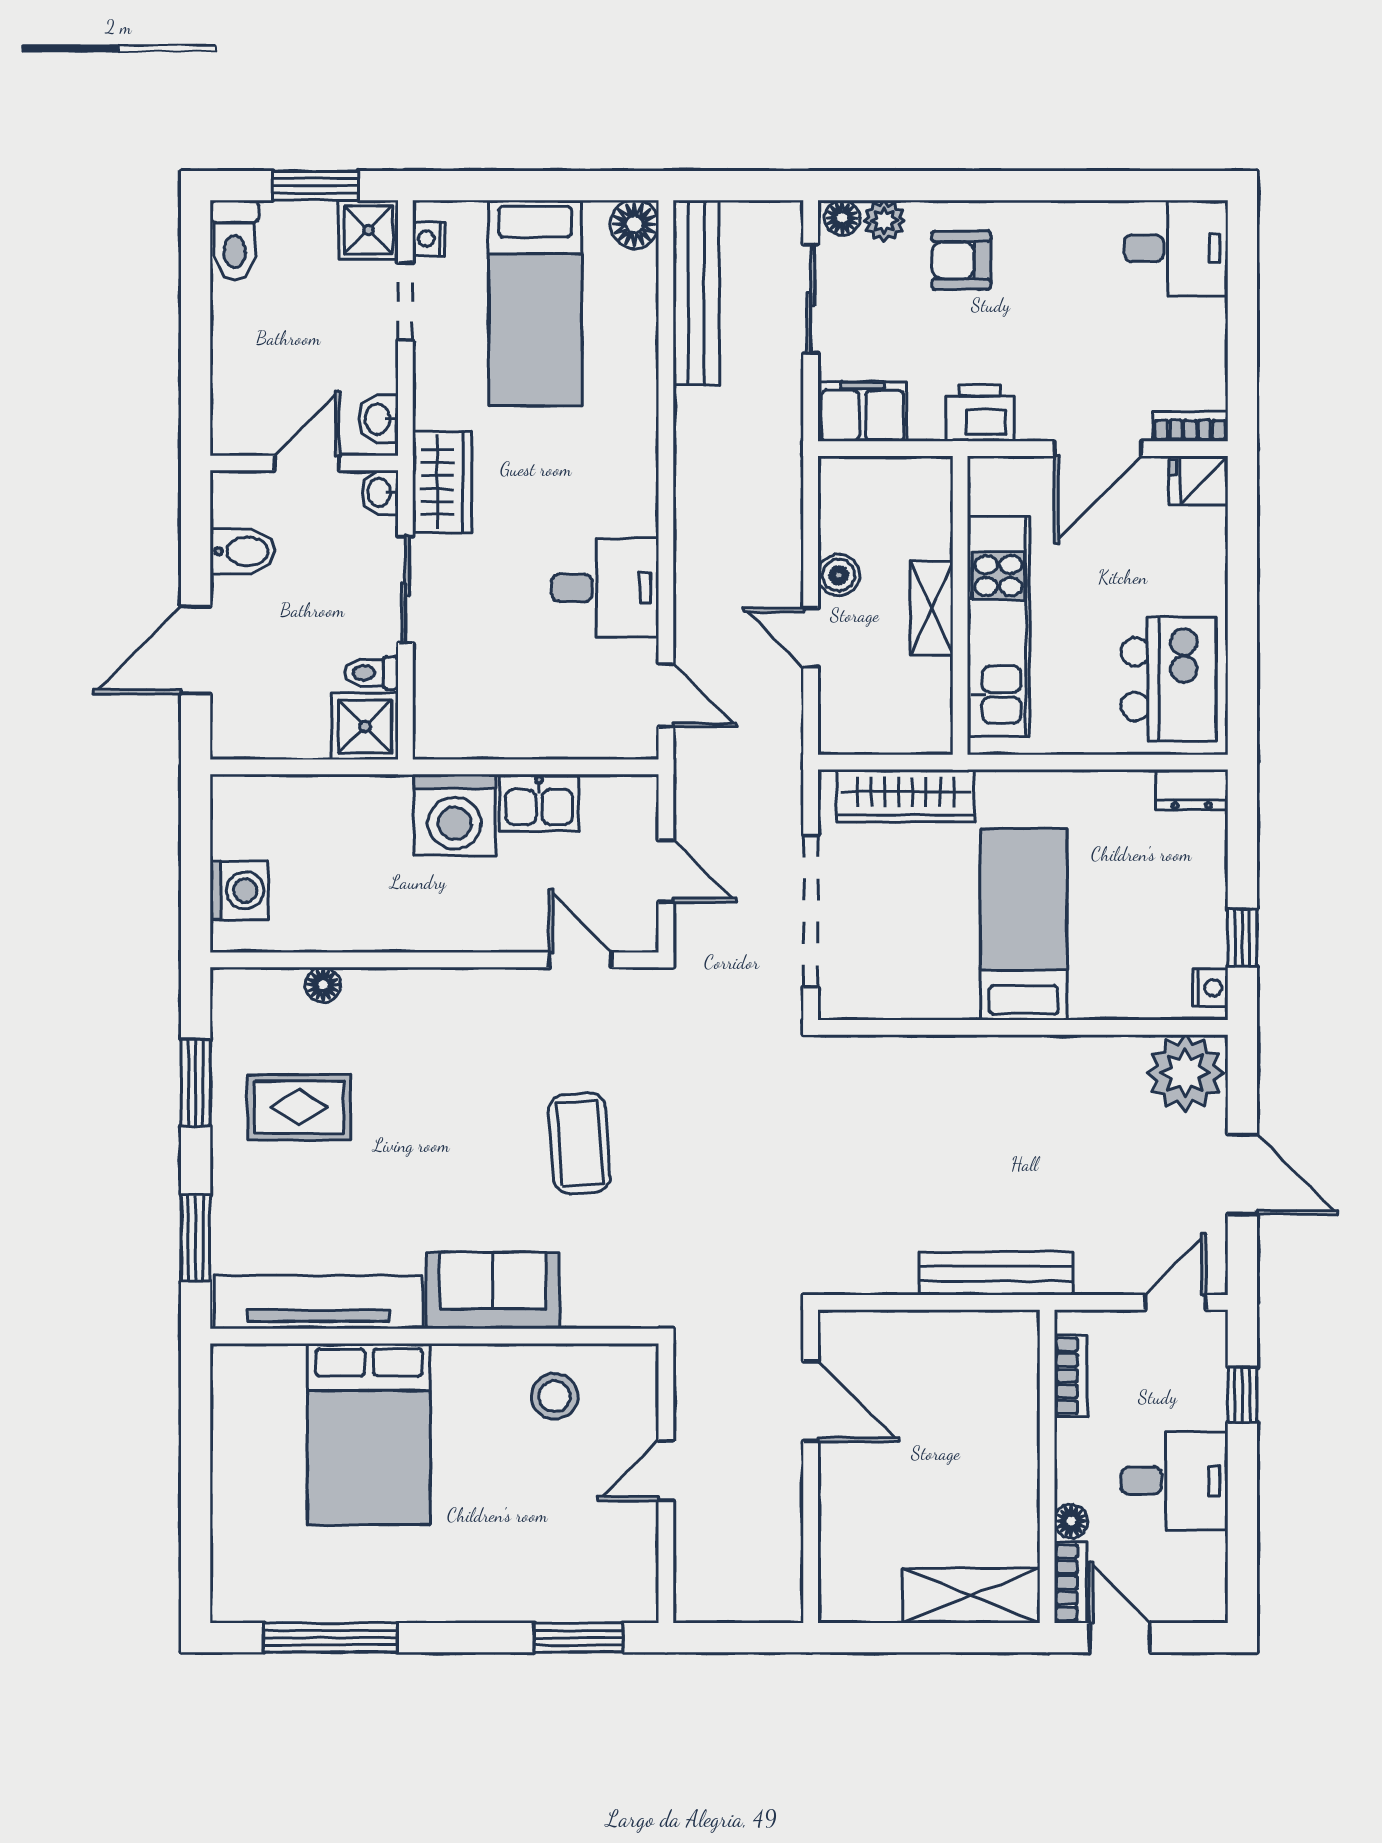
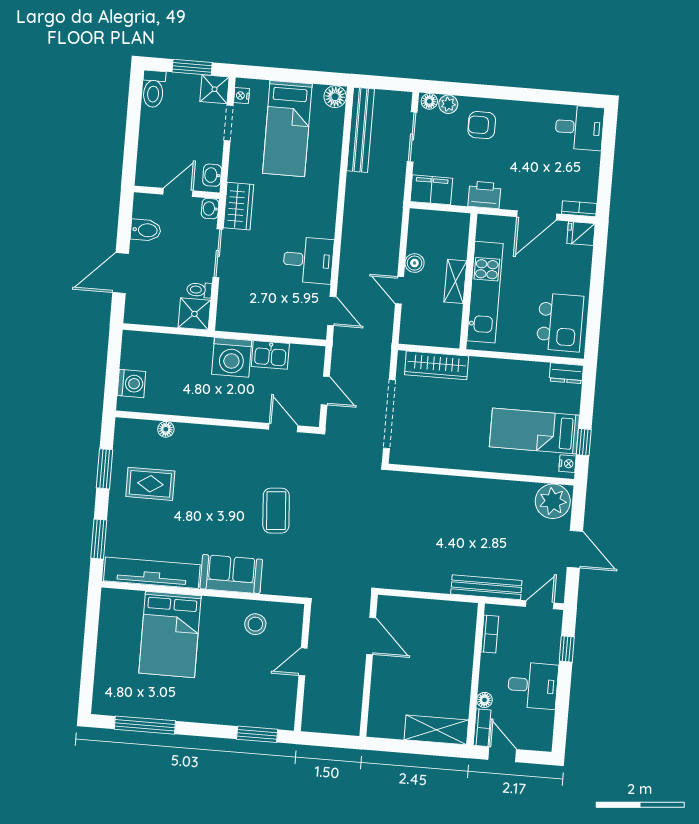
bed: (1024, 924) -> (534, 431), moved, turned -90
bench: (996, 1274) -> (486, 587), moved

